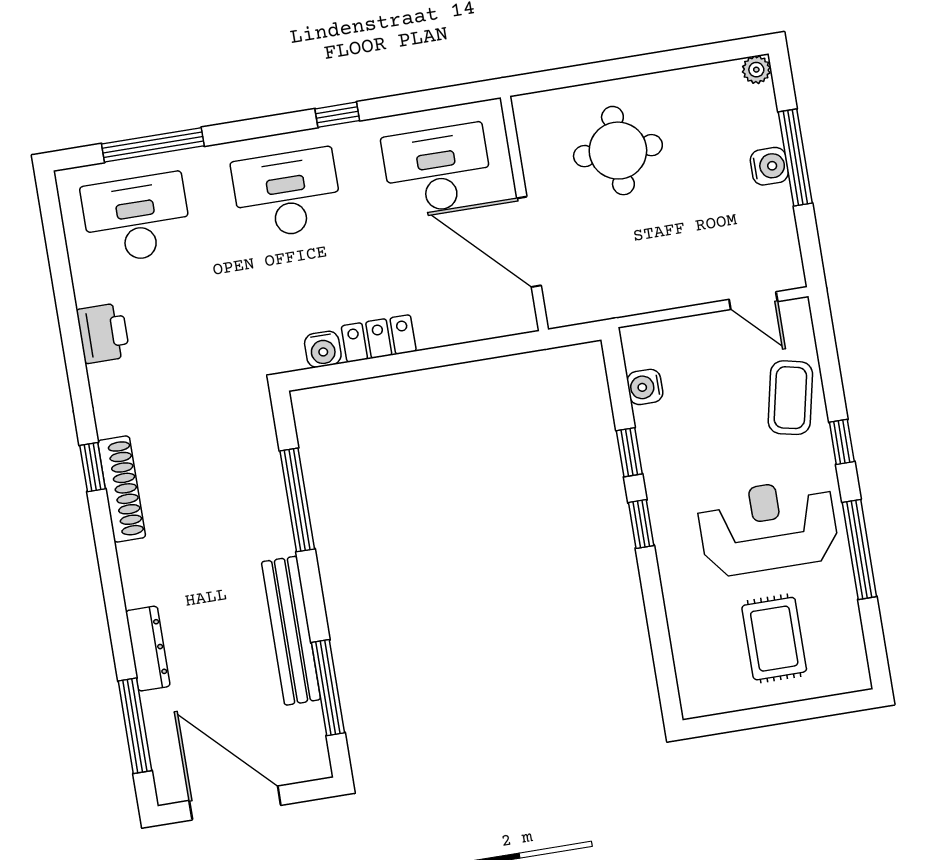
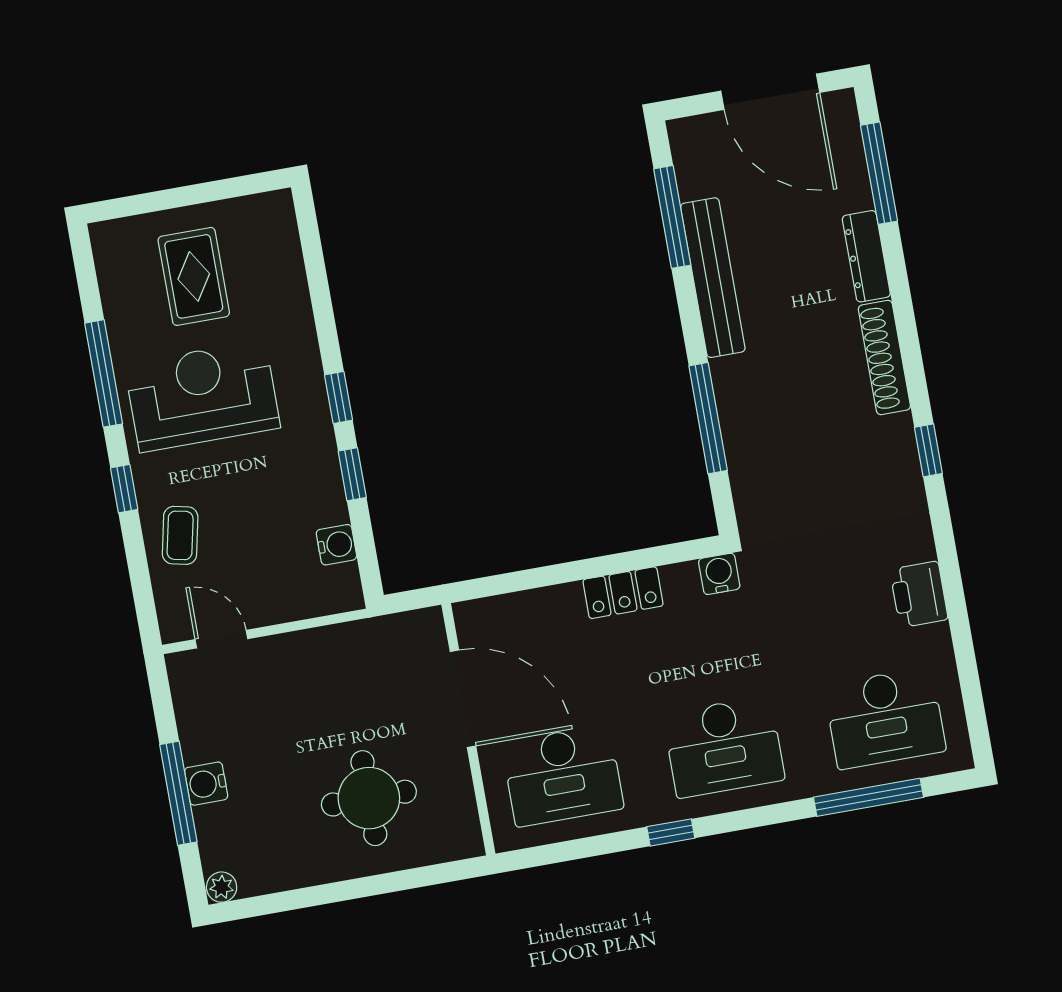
water cooler: (323, 349) -> (719, 574), moved
coffee table: (790, 398) -> (180, 535), width x0.73, depth x0.77
shoe rack: (122, 489) -> (884, 357), moved
reception desk: (768, 527) -> (202, 396), turned 180

